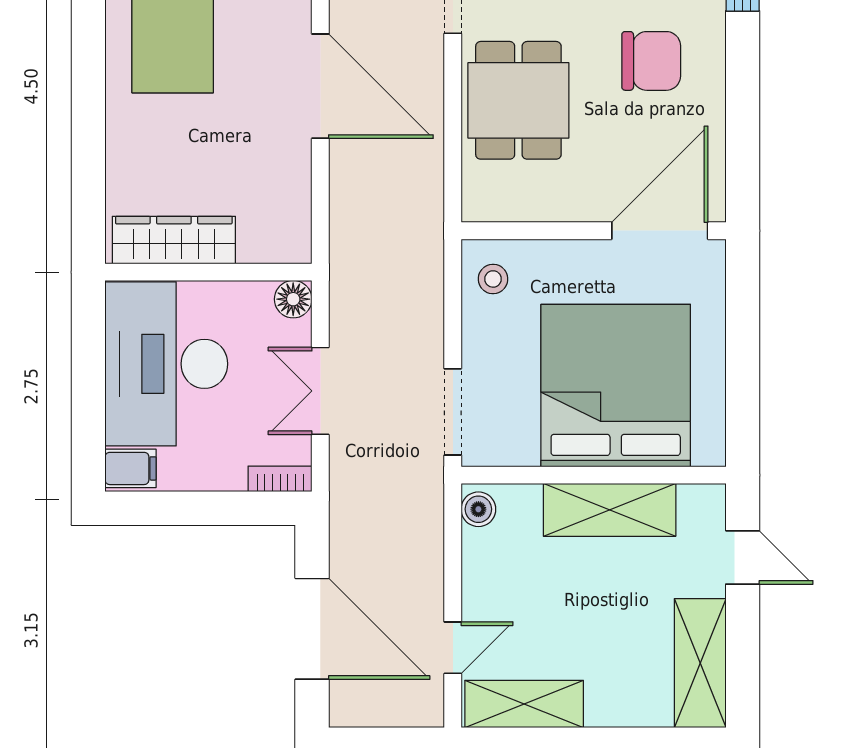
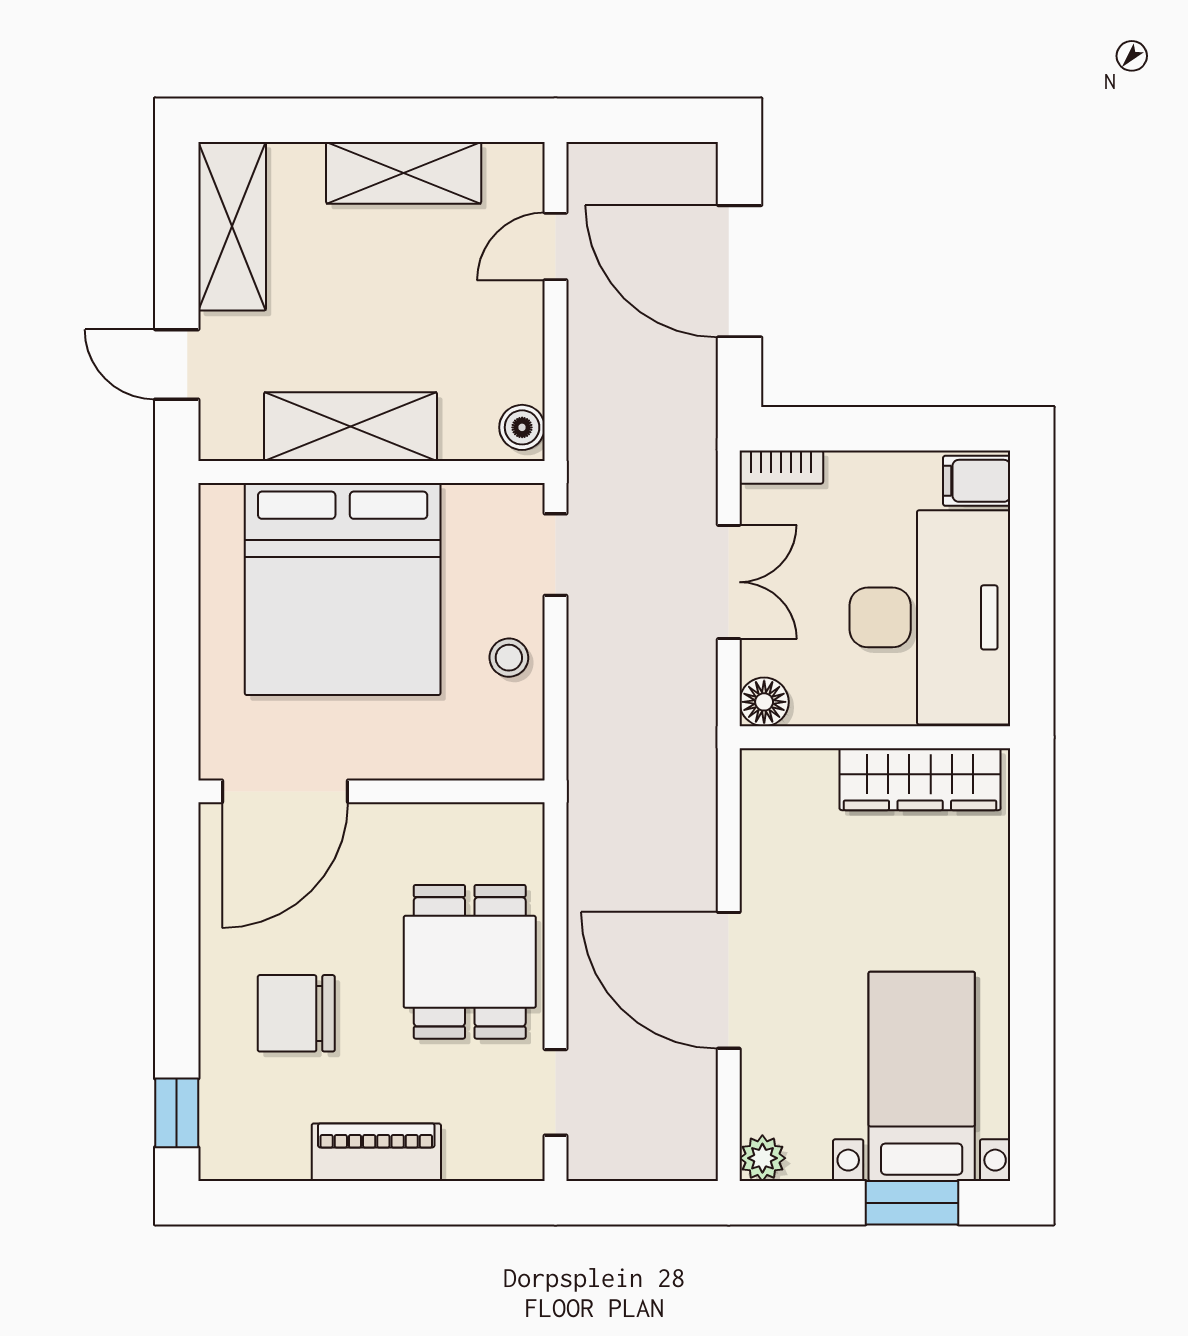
stool: (493, 279) -> (509, 658), moved
doorway: (453, 412) -> (556, 555), width x0.73
shelving: (524, 704) -> (404, 173), moved

